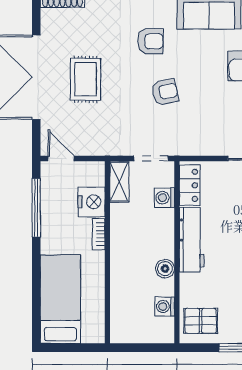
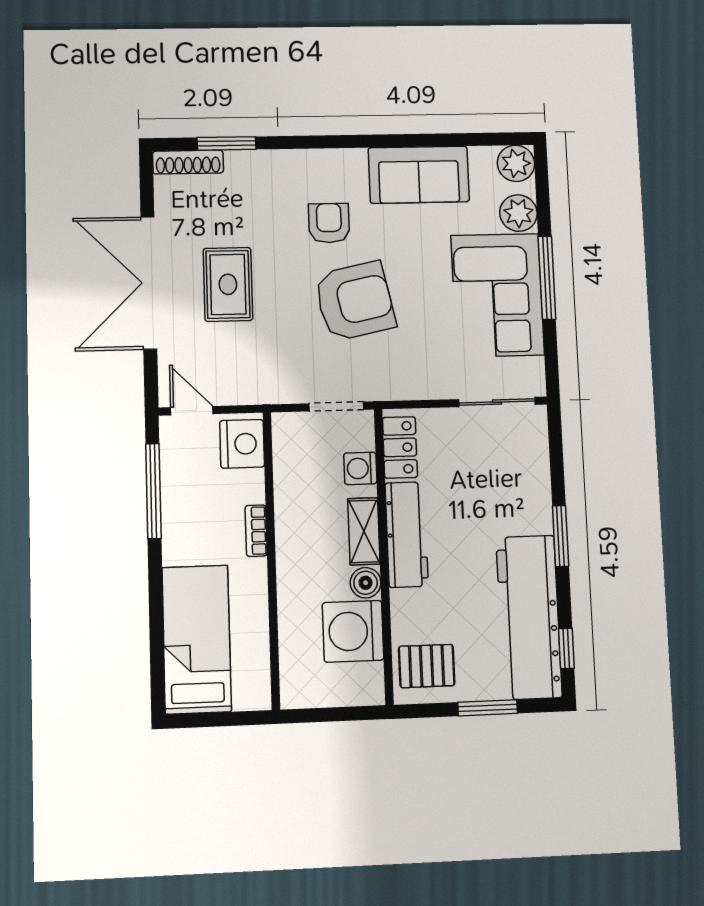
armchair: (150, 41) -> (329, 223), turned -90
armchair: (165, 92) -> (355, 301), width x1.88, depth x1.88
shelving: (119, 182) -> (364, 531), moved
nightstand: (92, 202) -> (242, 444), moved
washing machine: (165, 307) -> (353, 631), width x1.89, depth x1.89

